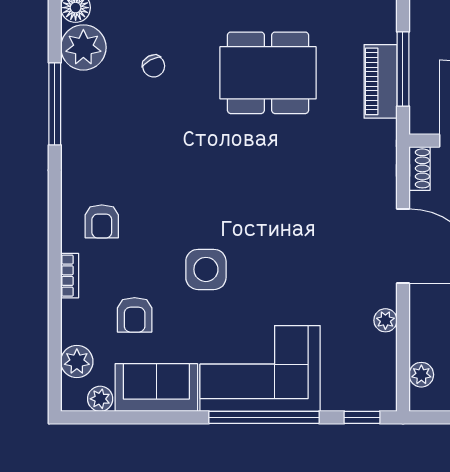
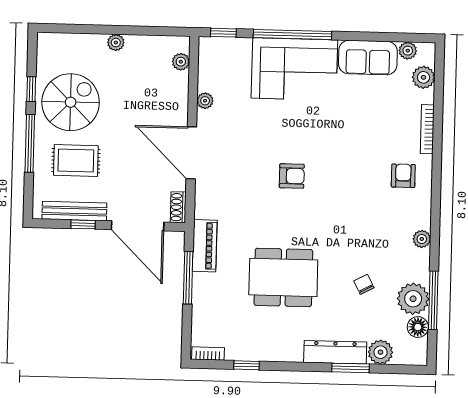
piano: (381, 81) -> (205, 246), moved
window: (55, 104) -> (433, 300), moved
plant: (73, 132) -> (422, 239), added
side table: (206, 269) -> (331, 140), removed
bookcase: (70, 276) -> (427, 129), width x1.56
armchair: (135, 315) -> (292, 176), moved, turned 90

